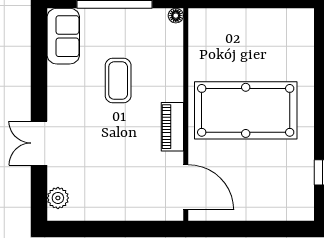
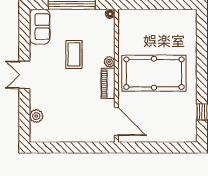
plant: (175, 92) -> (109, 62), added
double door: (39, 143) -> (24, 75), moved
plant: (58, 198) -> (36, 116), moved

